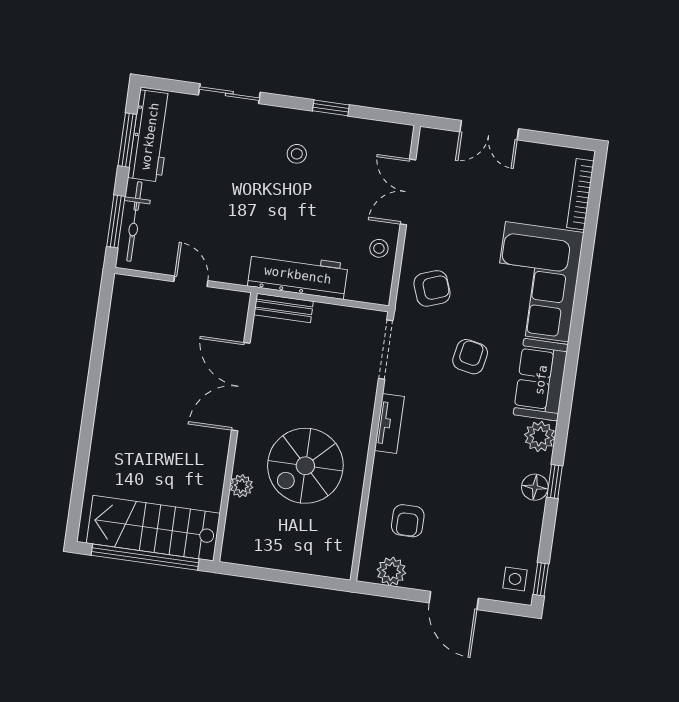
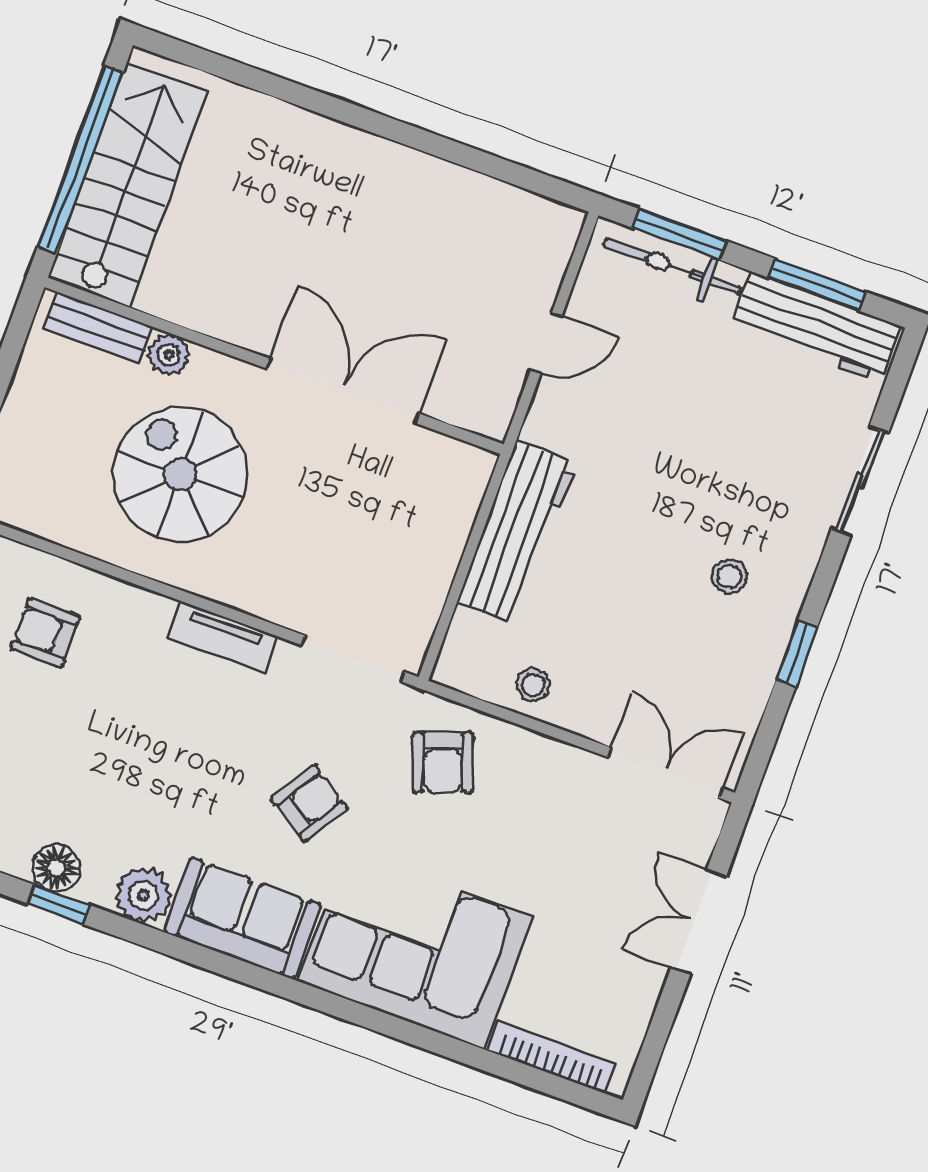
double door: (408, 192) -> (665, 773), moved
bench: (284, 308) -> (98, 327), moved, turned 90
armchair: (470, 357) -> (309, 804), turned -69

